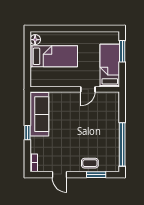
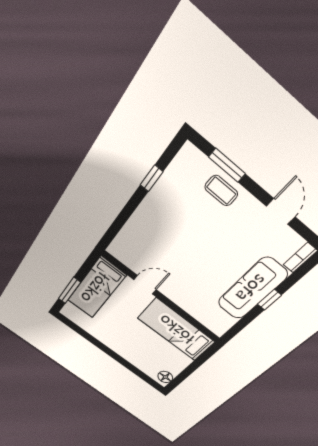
bed: (54, 56) -> (176, 330), moved
sofa: (39, 114) -> (252, 289), moved
window: (122, 144) -> (152, 178), width x0.32

